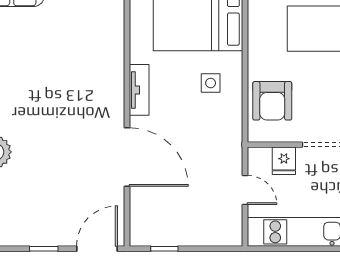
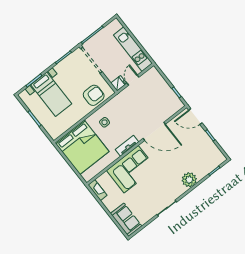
corner sofa: (93, 65) -> (131, 169), added
door: (127, 157) -> (154, 131), swing flipped
fridge: (284, 161) -> (119, 83), moved

